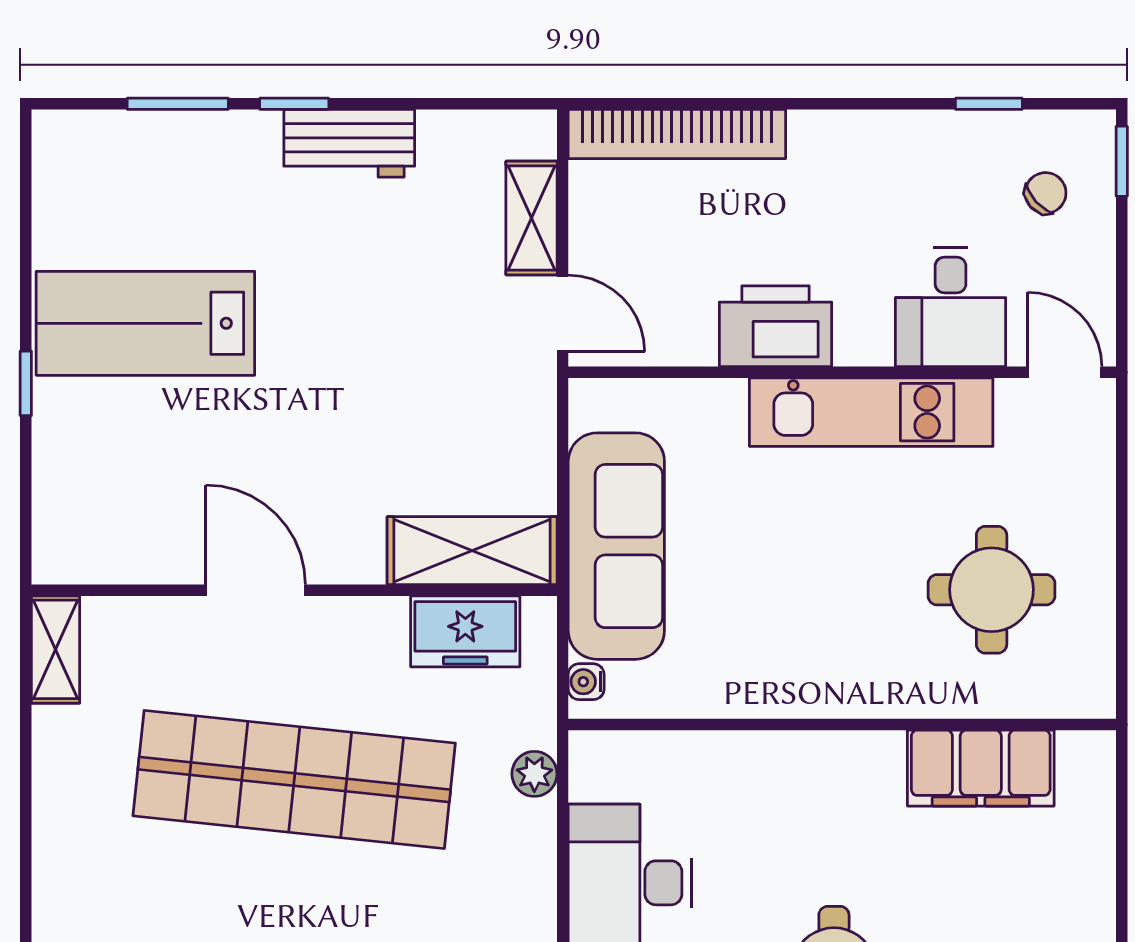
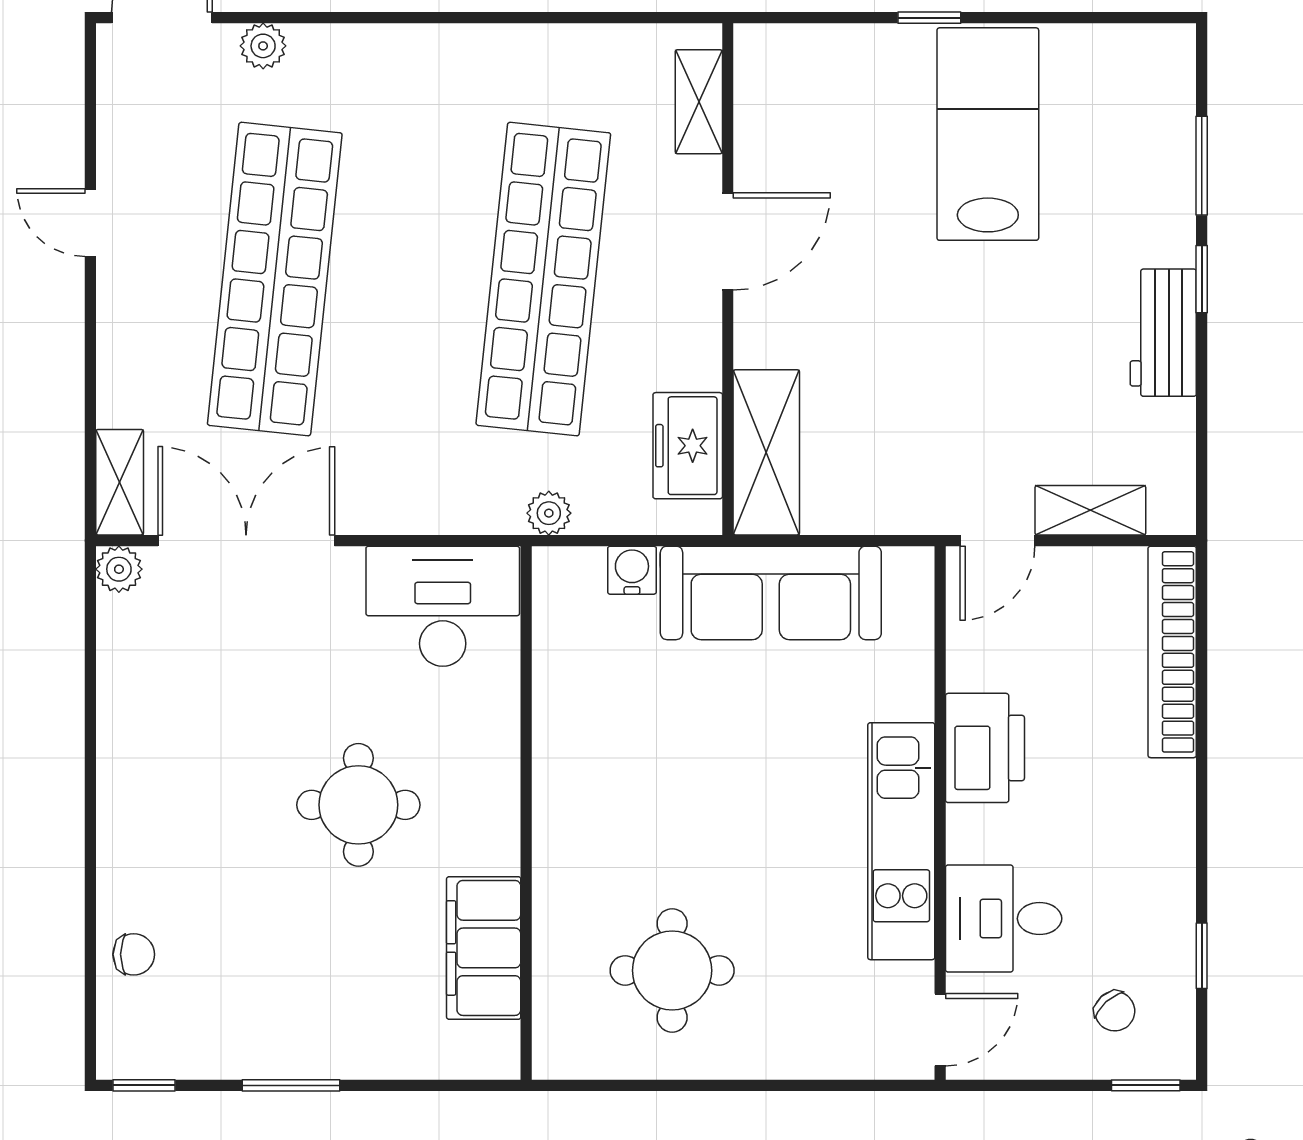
round table: (992, 590) -> (672, 970), moved
shelving: (56, 649) -> (699, 102), moved, turned 90
water cooler: (586, 682) -> (632, 570), width x1.38, depth x1.38
wall: (842, 724) -> (526, 813), moved
filing cabinet: (981, 768) -> (484, 948), moved

